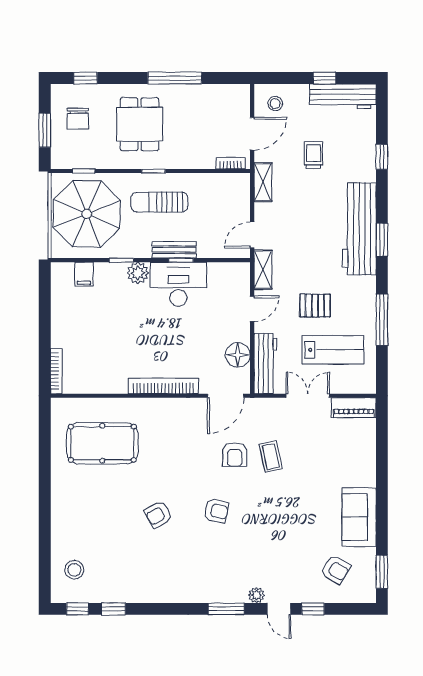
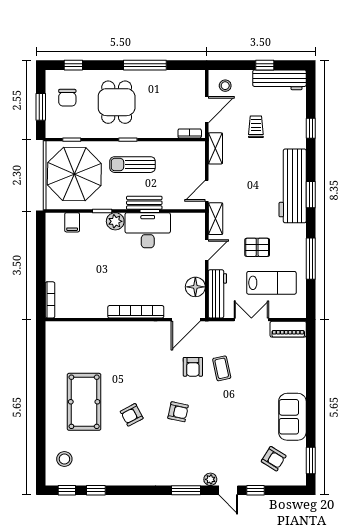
pool table: (102, 443) -> (84, 402), moved, turned 90

